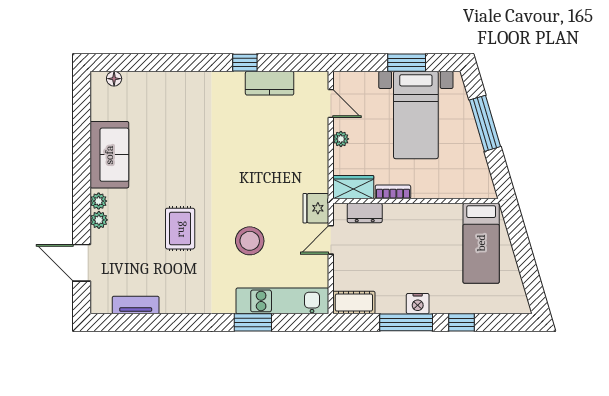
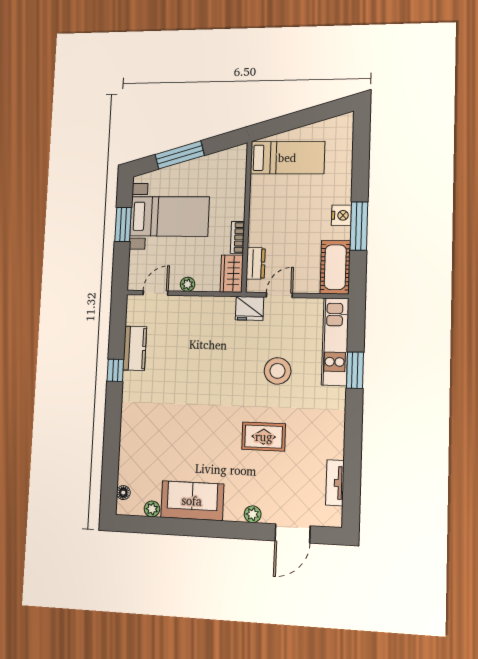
plant: (99, 201) -> (152, 509), moved
door: (331, 240) -> (279, 295), swing flipped
cot: (354, 303) -> (335, 267), width x1.37, depth x1.34
window: (461, 322) -> (360, 175), removed

